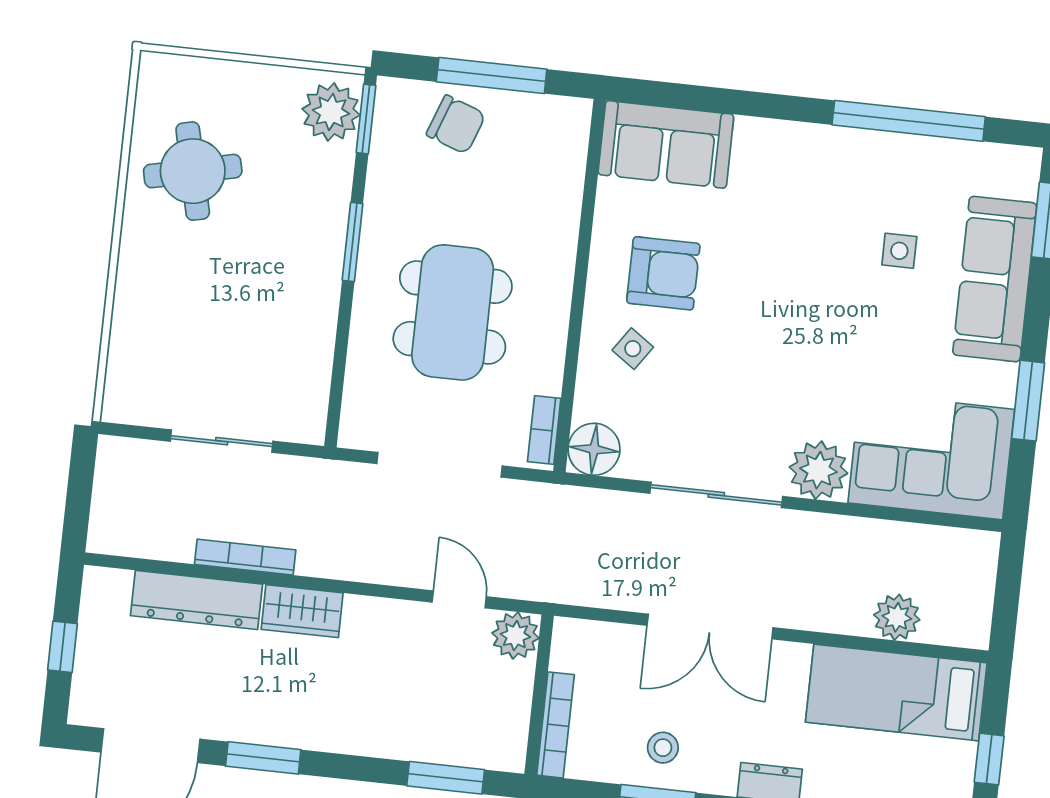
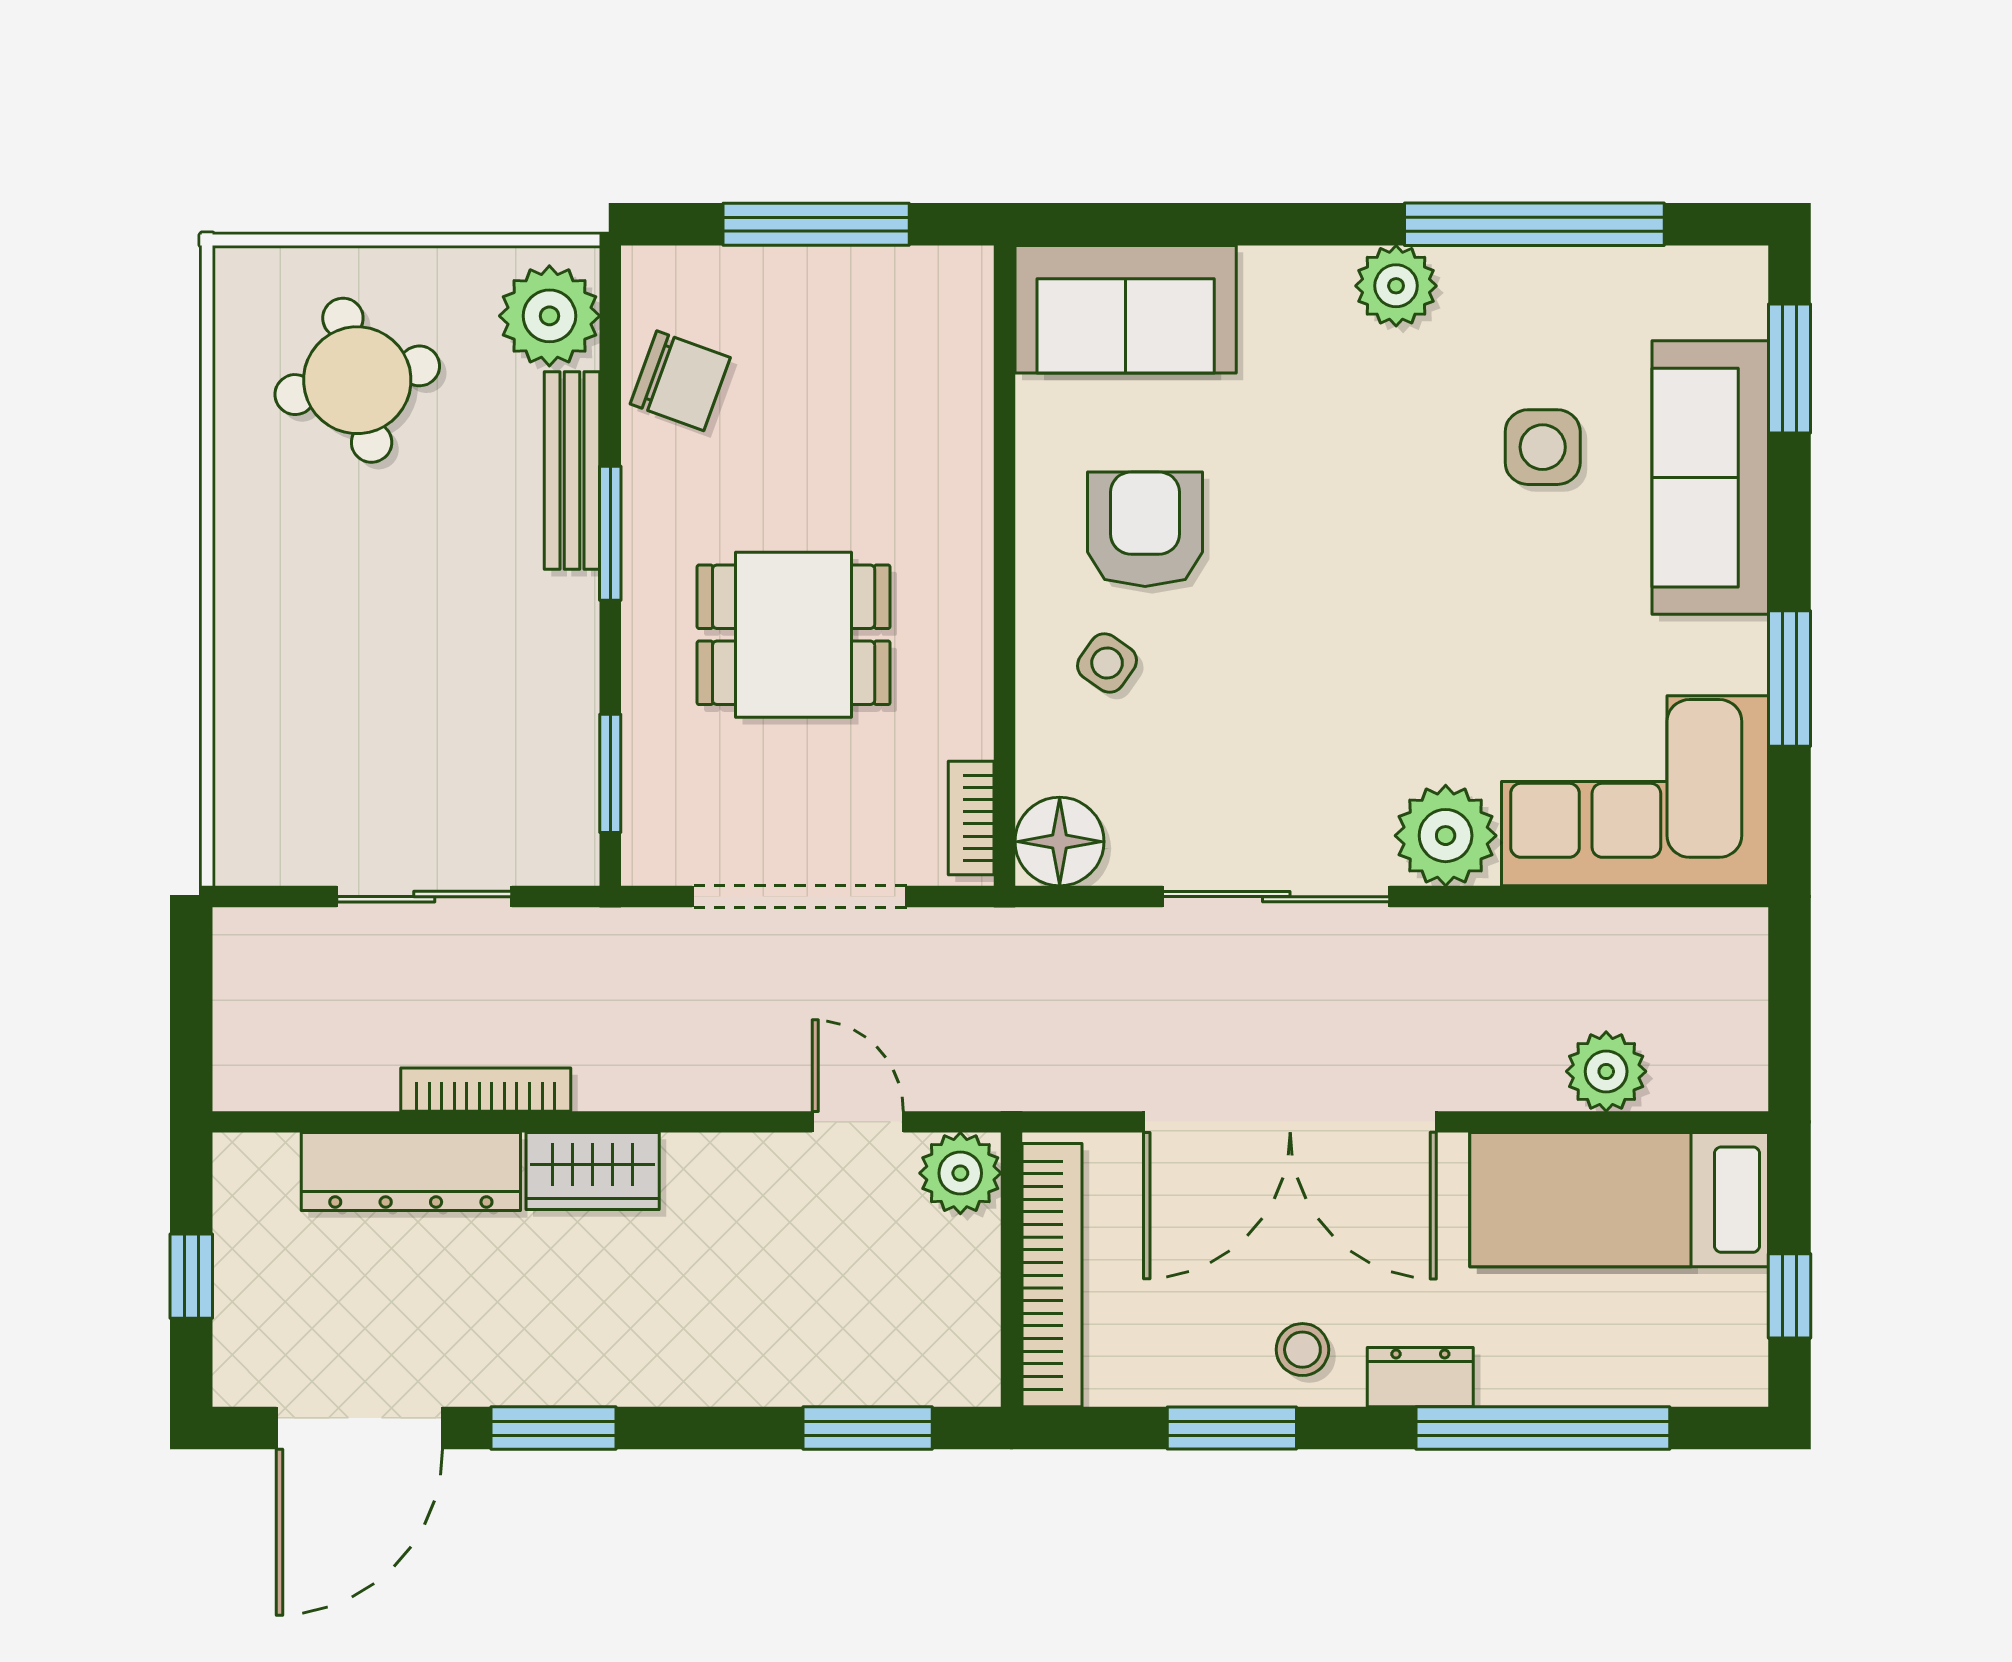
window: (366, 119) -> (610, 773), moved
chair: (456, 125) -> (680, 381), moved
plant: (824, 148) -> (1396, 286), added
round table: (193, 171) -> (357, 380), moved
bench: (334, 203) -> (572, 470), added
side table: (899, 251) -> (1543, 447), width x1.37, depth x1.37
armchair: (663, 273) -> (1145, 529), turned -90
dining table: (453, 312) -> (794, 635), width x0.73
double door: (710, 627) -> (1290, 1122), width x1.36
bookcase: (555, 725) -> (1052, 1275), width x1.48, depth x1.31
stool: (663, 748) -> (1302, 1350), moved

